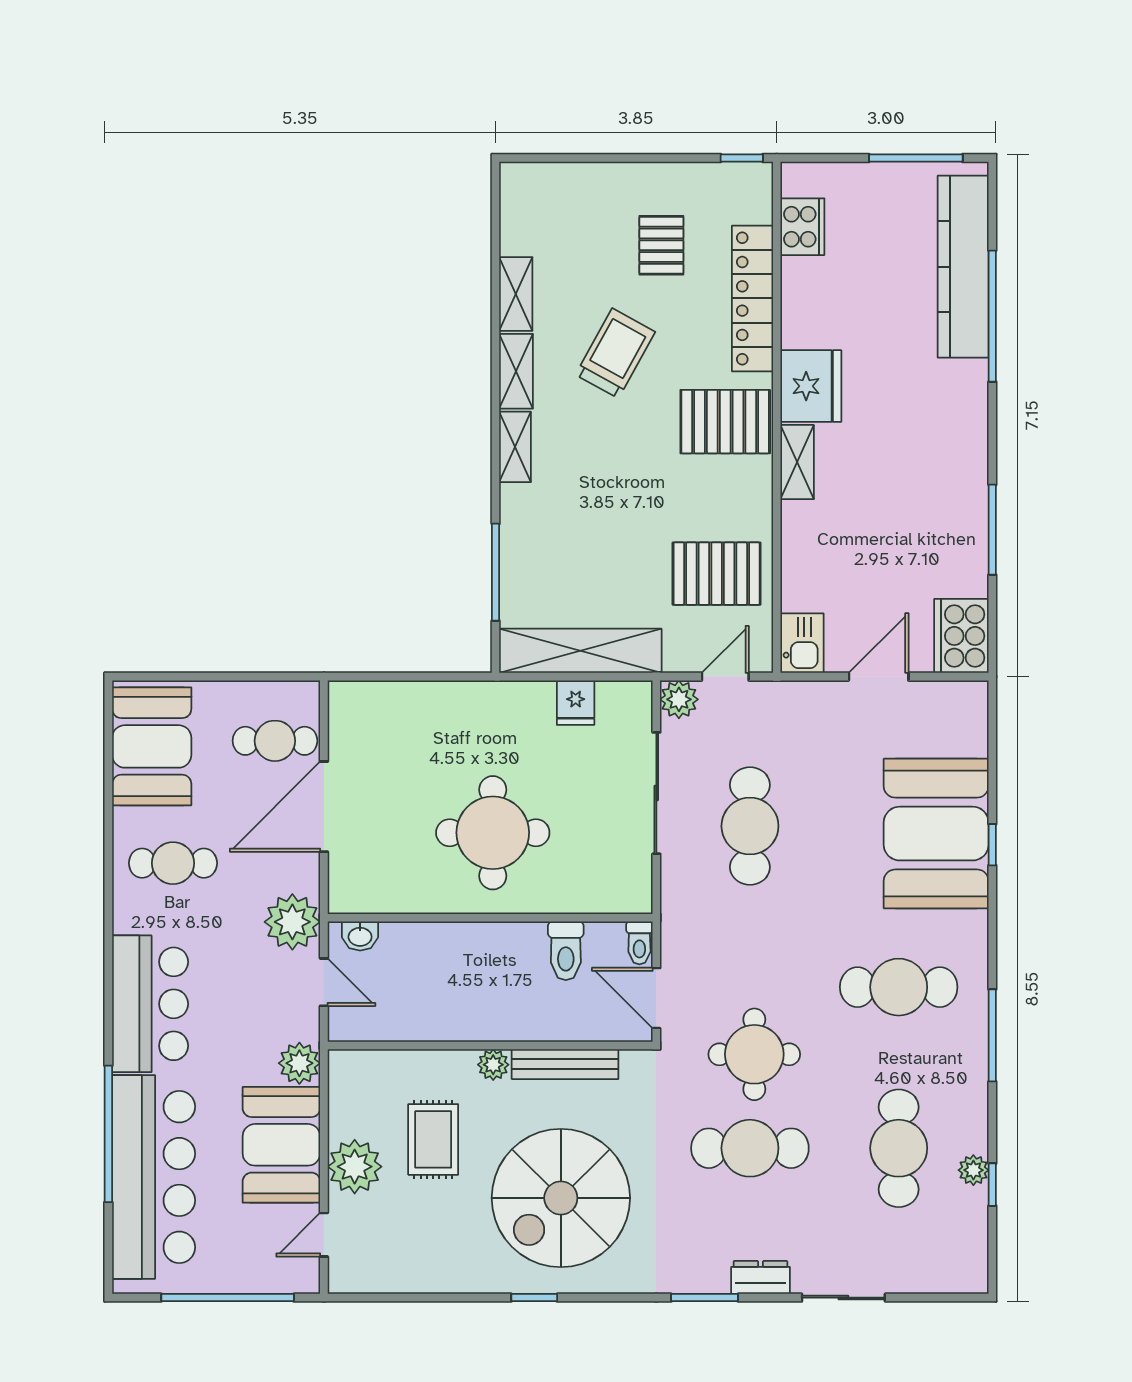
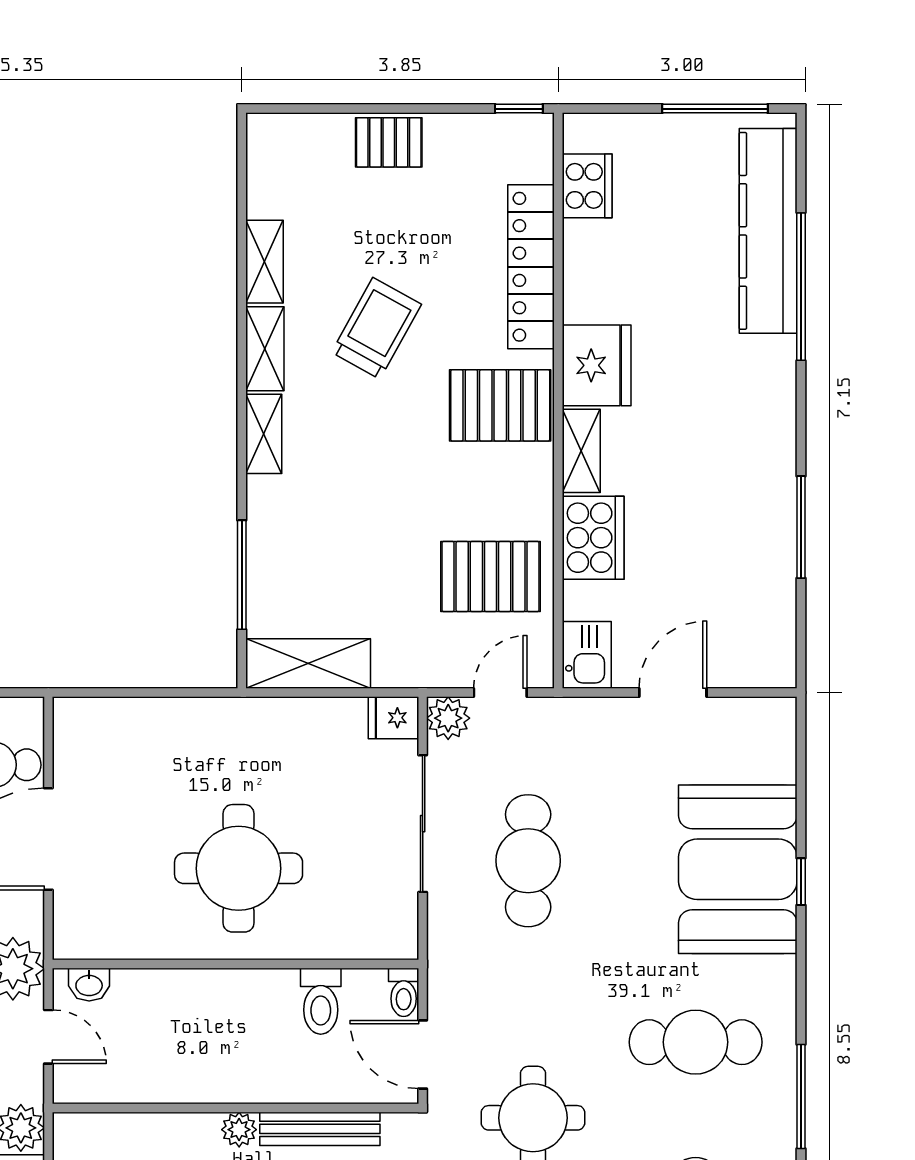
pallet: (661, 245) -> (389, 142), moved, turned 90
cooker: (961, 636) -> (593, 538), moved, turned 180
shelving: (580, 651) -> (308, 664), width x0.68
fridge: (576, 703) -> (393, 718), moved, turned 90

